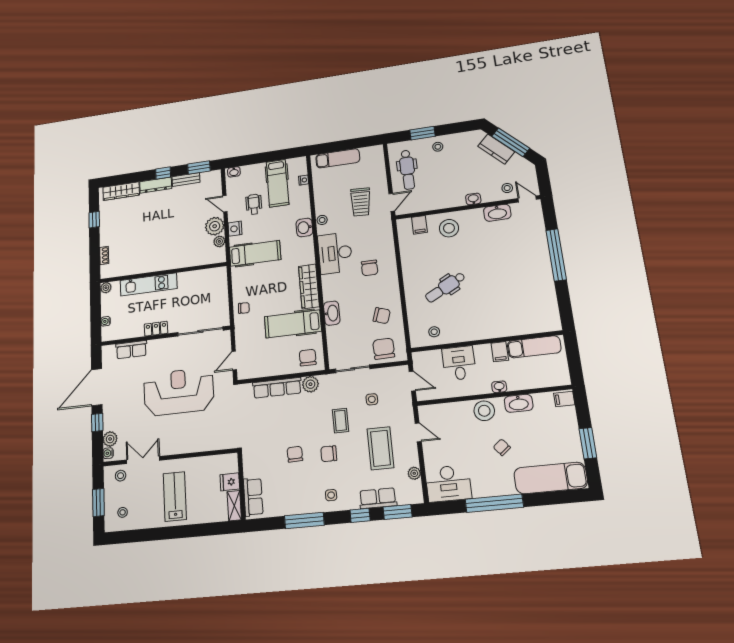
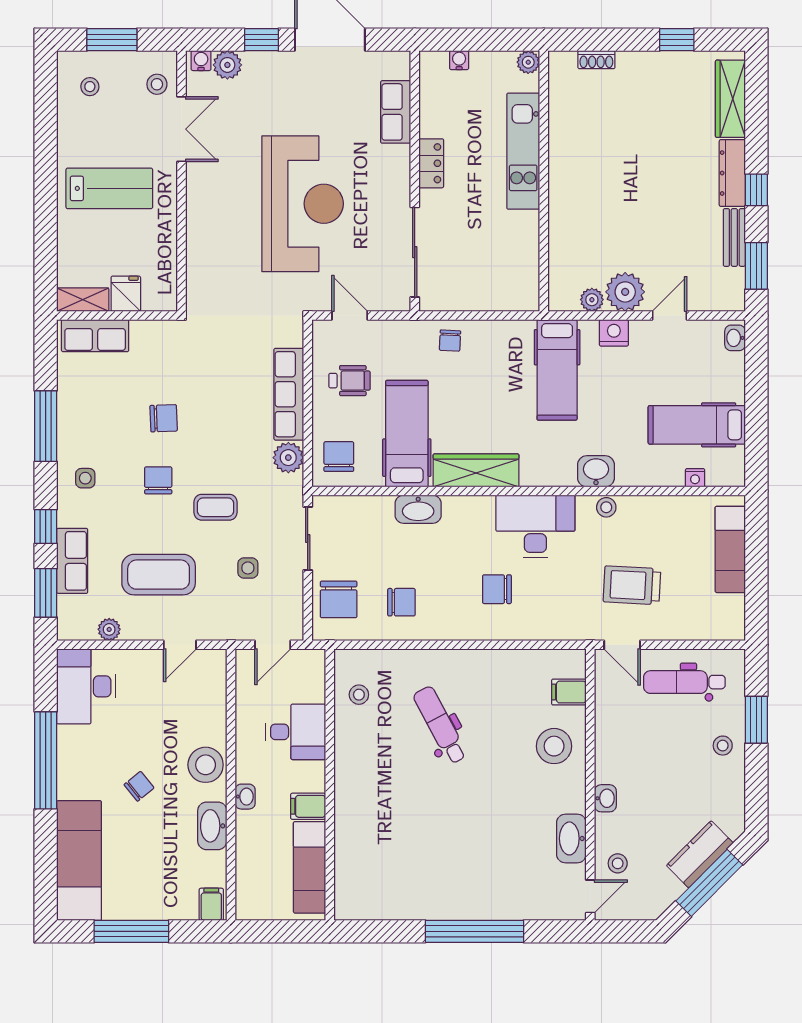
wheelchair: (254, 204) -> (349, 381), moved
chair: (382, 316) -> (401, 602), turned -109
chair: (384, 349) -> (339, 599), turned 91
chair: (308, 358) -> (339, 457), turned -90
window: (588, 443) -> (131, 931), width x1.44

